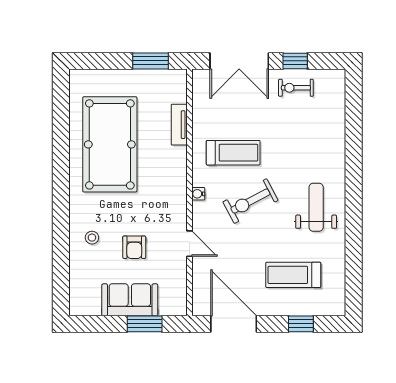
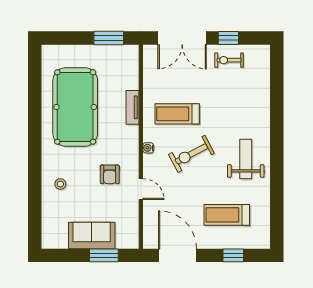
tv unit: (179, 125) -> (133, 107), moved
treadmill: (233, 153) -> (177, 114), turned 180
armchair: (134, 247) -> (110, 174), moved

